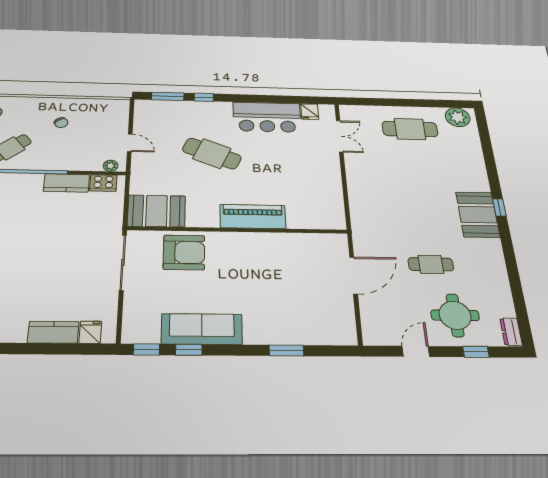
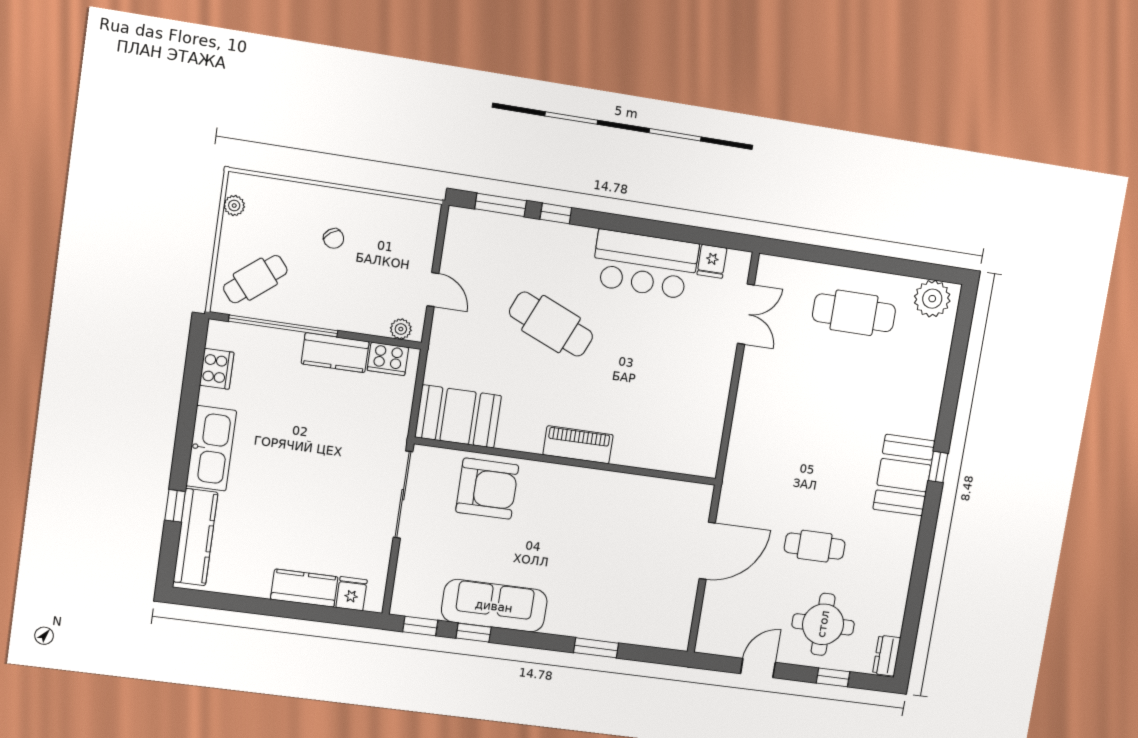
piano: (253, 217) -> (578, 445), width x0.73, depth x0.75

